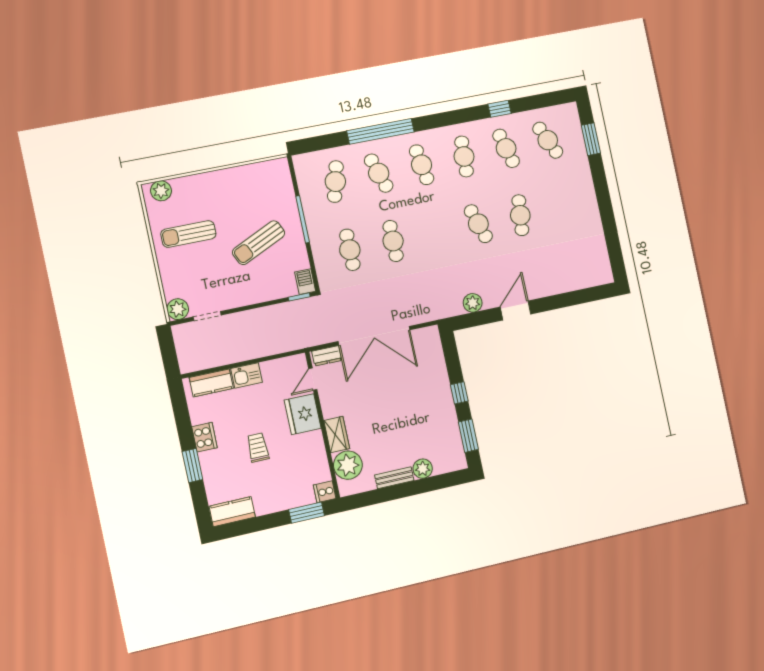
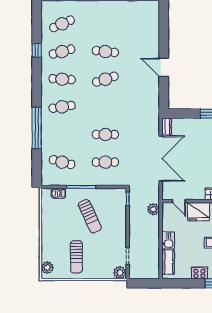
cafe table: (379, 173) -> (62, 134), removed
barbecue: (305, 282) -> (58, 193), moved
plant: (473, 303) -> (153, 209), moved
dresser: (327, 356) -> (167, 126), moved

